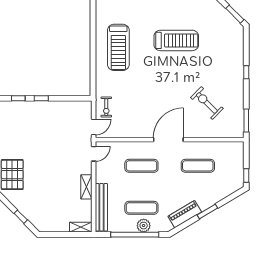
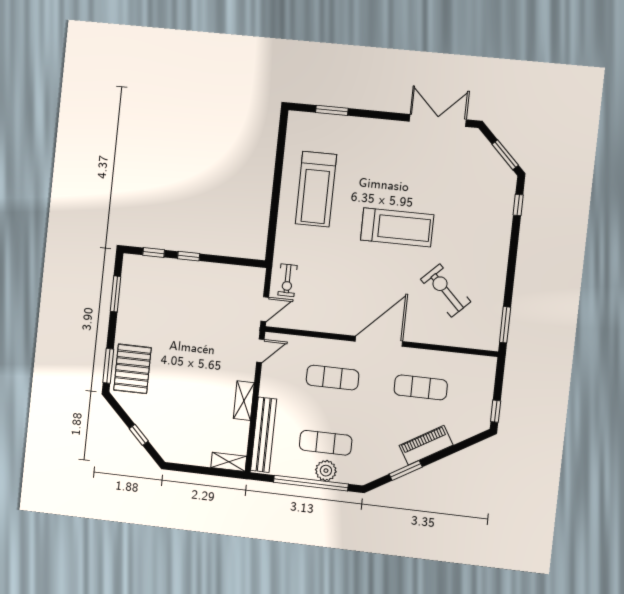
treadmill: (176, 40) -> (397, 227), moved
window: (246, 72) -> (518, 205), moved
window: (207, 211) -> (406, 470), moved
piano: (185, 214) -> (426, 445), moved

